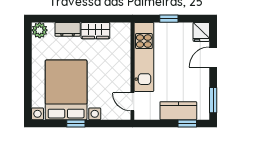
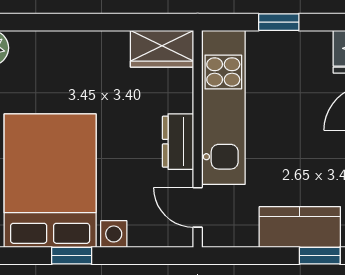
dresser: (68, 29) -> (178, 142), moved, turned 90
wardrobe: (95, 31) -> (162, 49), moved

